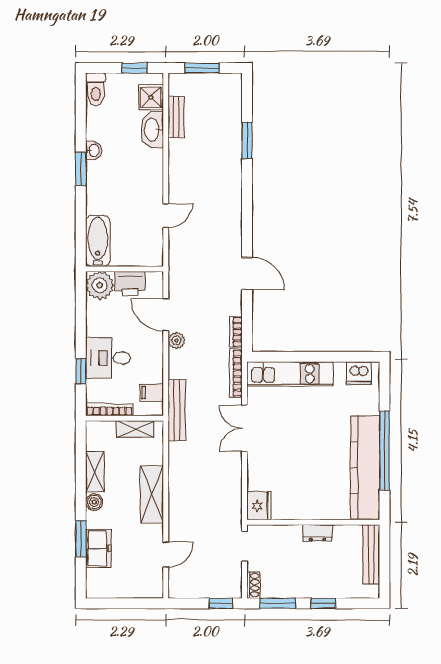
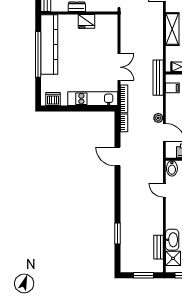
door: (166, 215) -> (164, 190), hinge flipped
bidet: (153, 253) -> (172, 168), added
fridge: (259, 506) -> (86, 21), moved, turned -90

